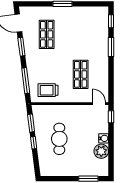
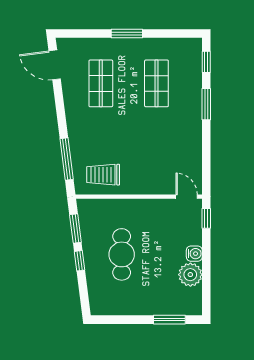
window: (21, 47) -> (60, 104), removed
shop shelf: (81, 74) -> (156, 83), moved

